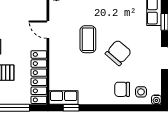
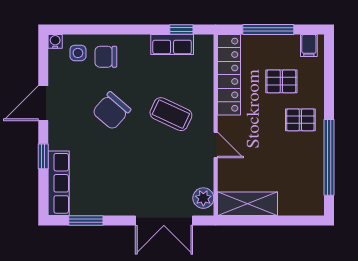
coffee table: (88, 39) -> (171, 114), moved, turned -65
chair: (122, 89) -> (106, 57), turned 180
row of seats: (64, 98) -> (172, 45), moved

